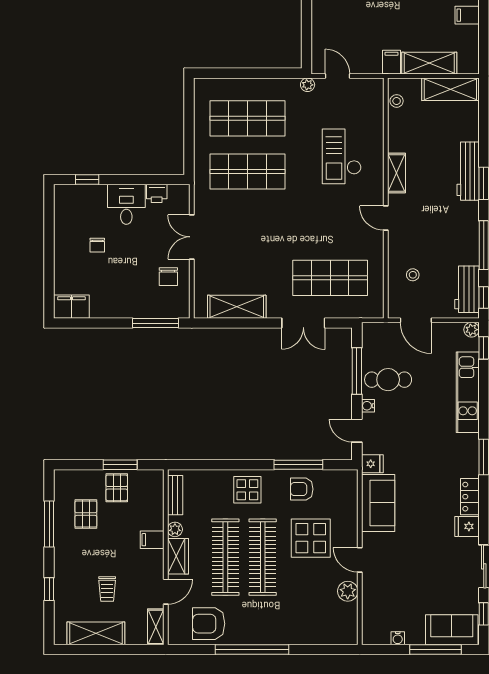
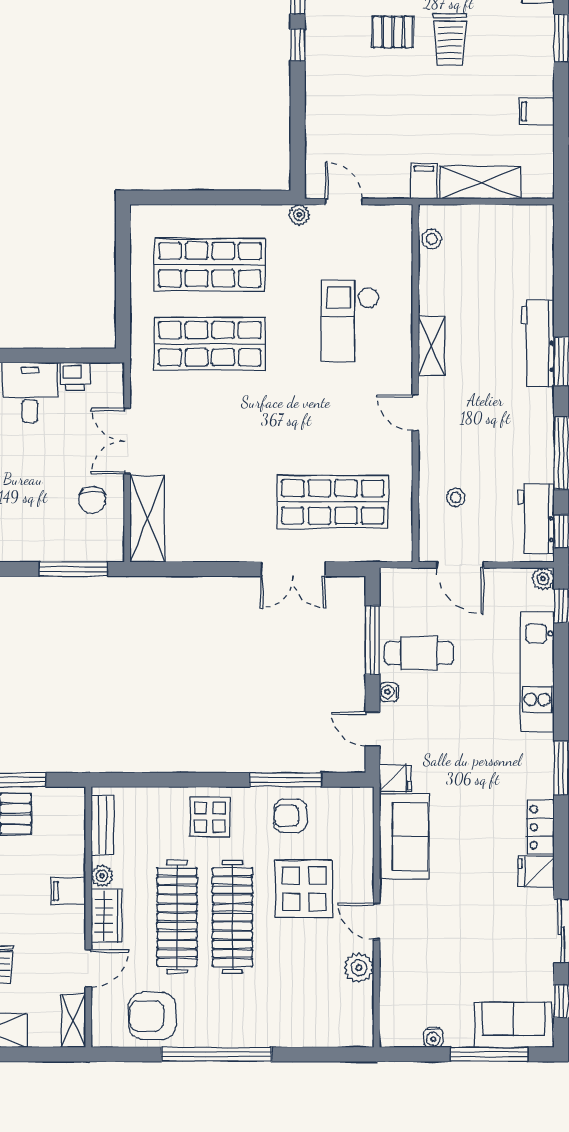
shelving: (450, 89) -> (512, 221), removed
shelving: (237, 307) -> (147, 519), moved, turned 90

